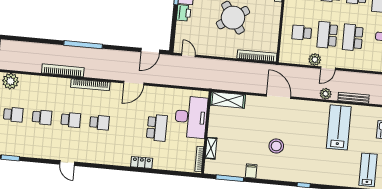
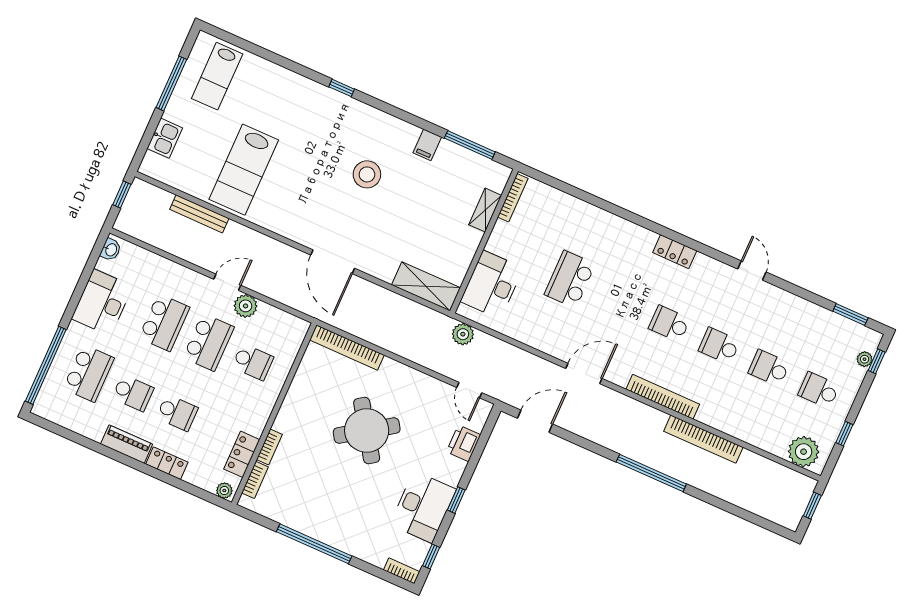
printer: (184, 13) -> (464, 443), moved
plant: (326, 94) -> (463, 334), moved
desk: (191, 117) -> (492, 285), width x0.73, depth x0.77
locker: (142, 163) -> (675, 252), moved

